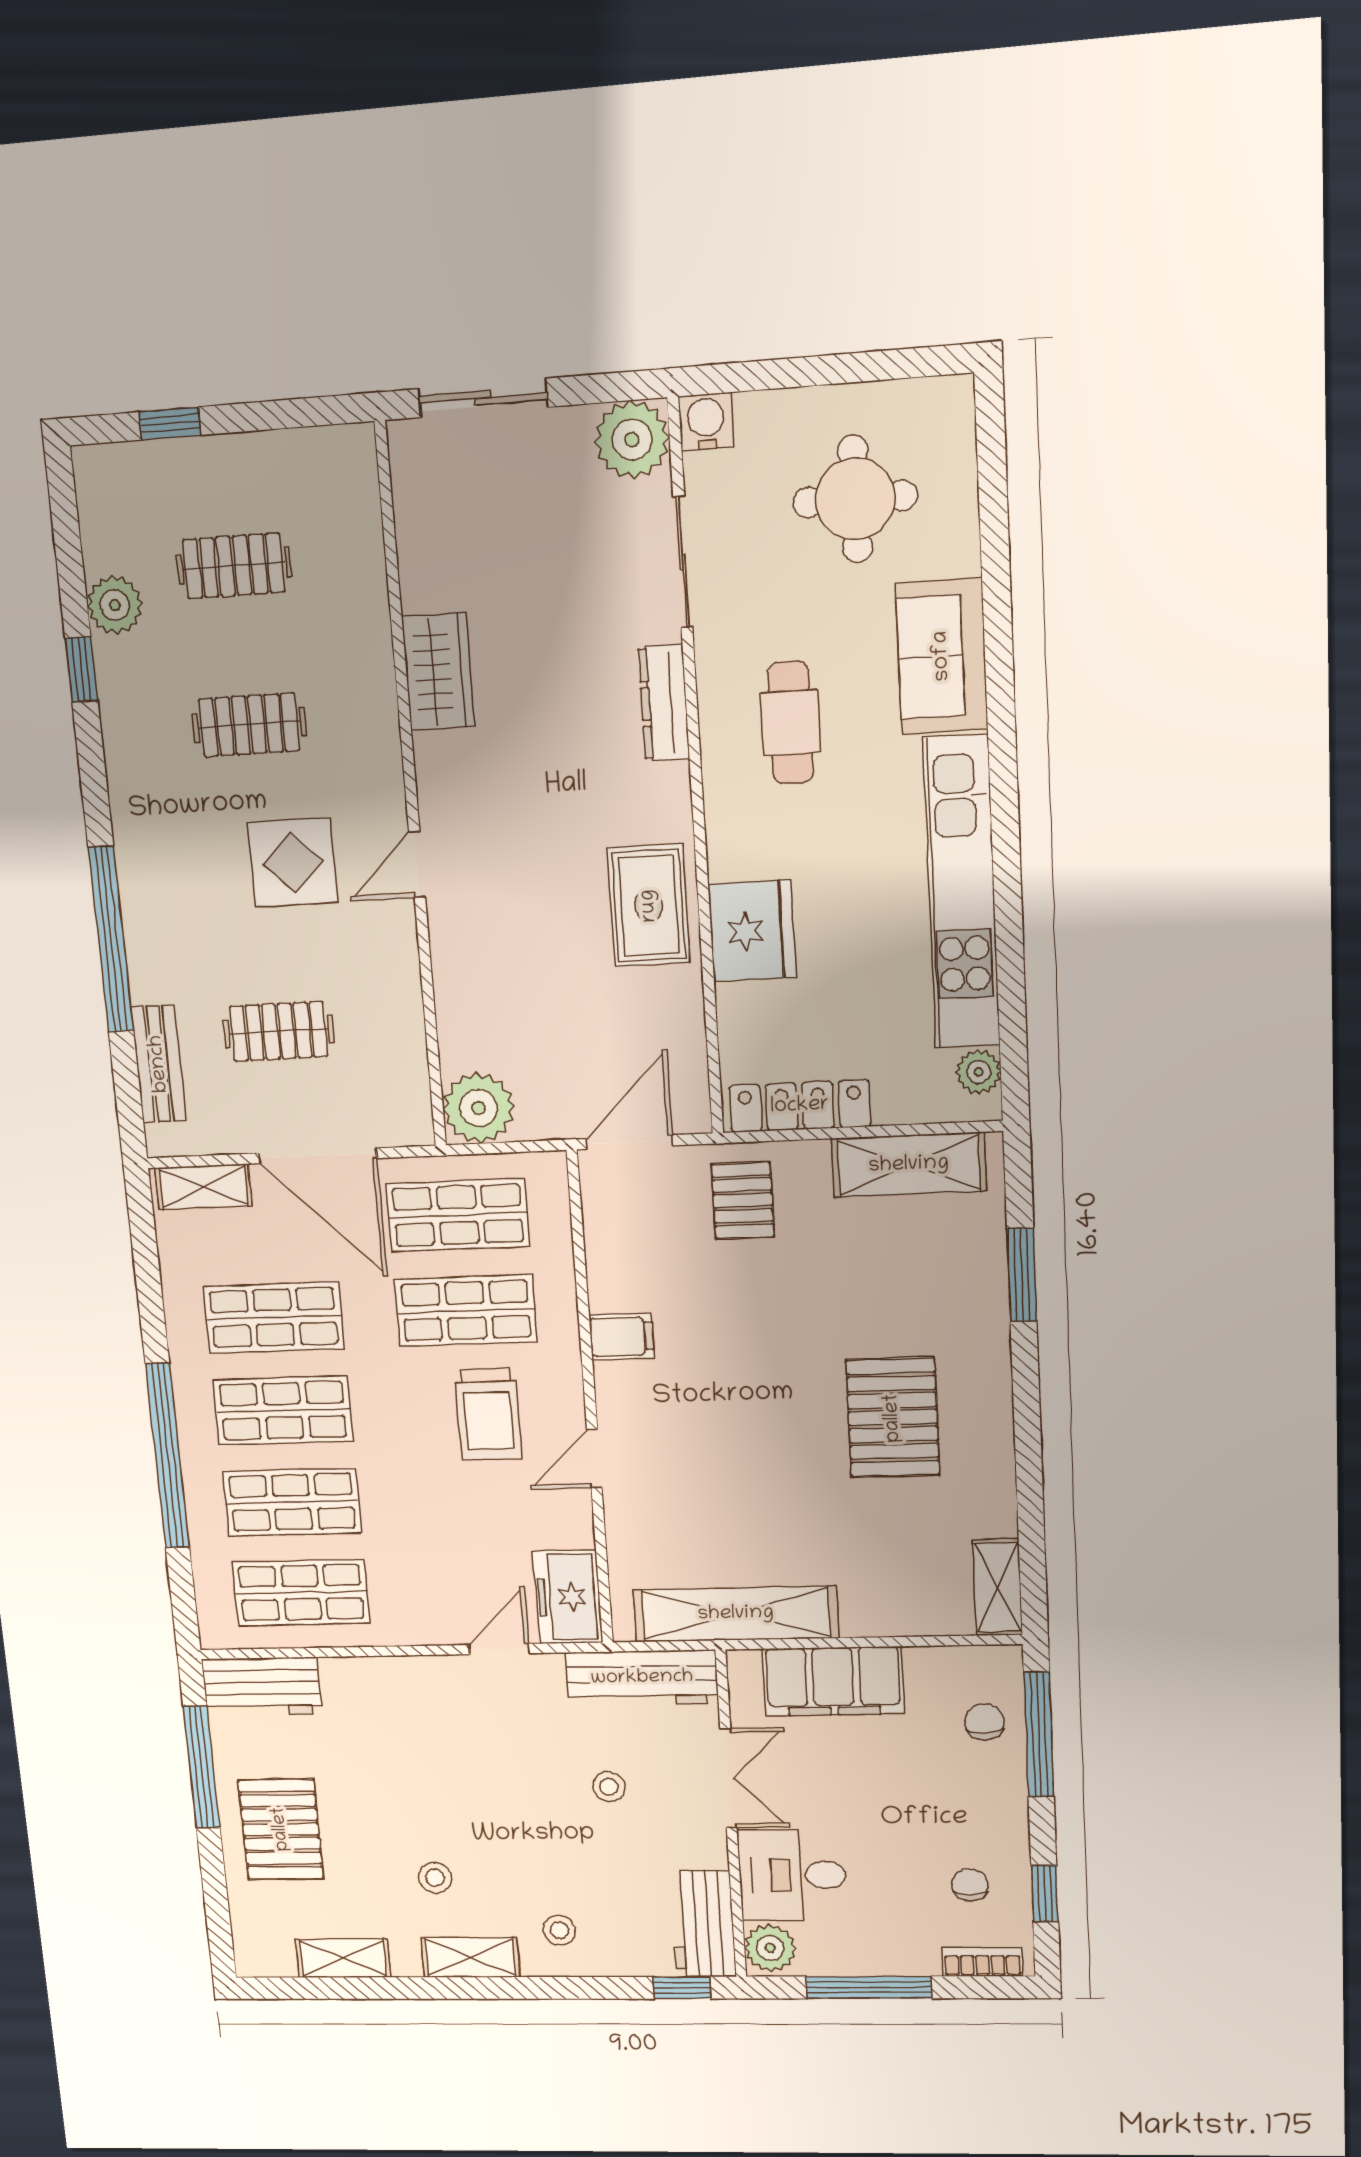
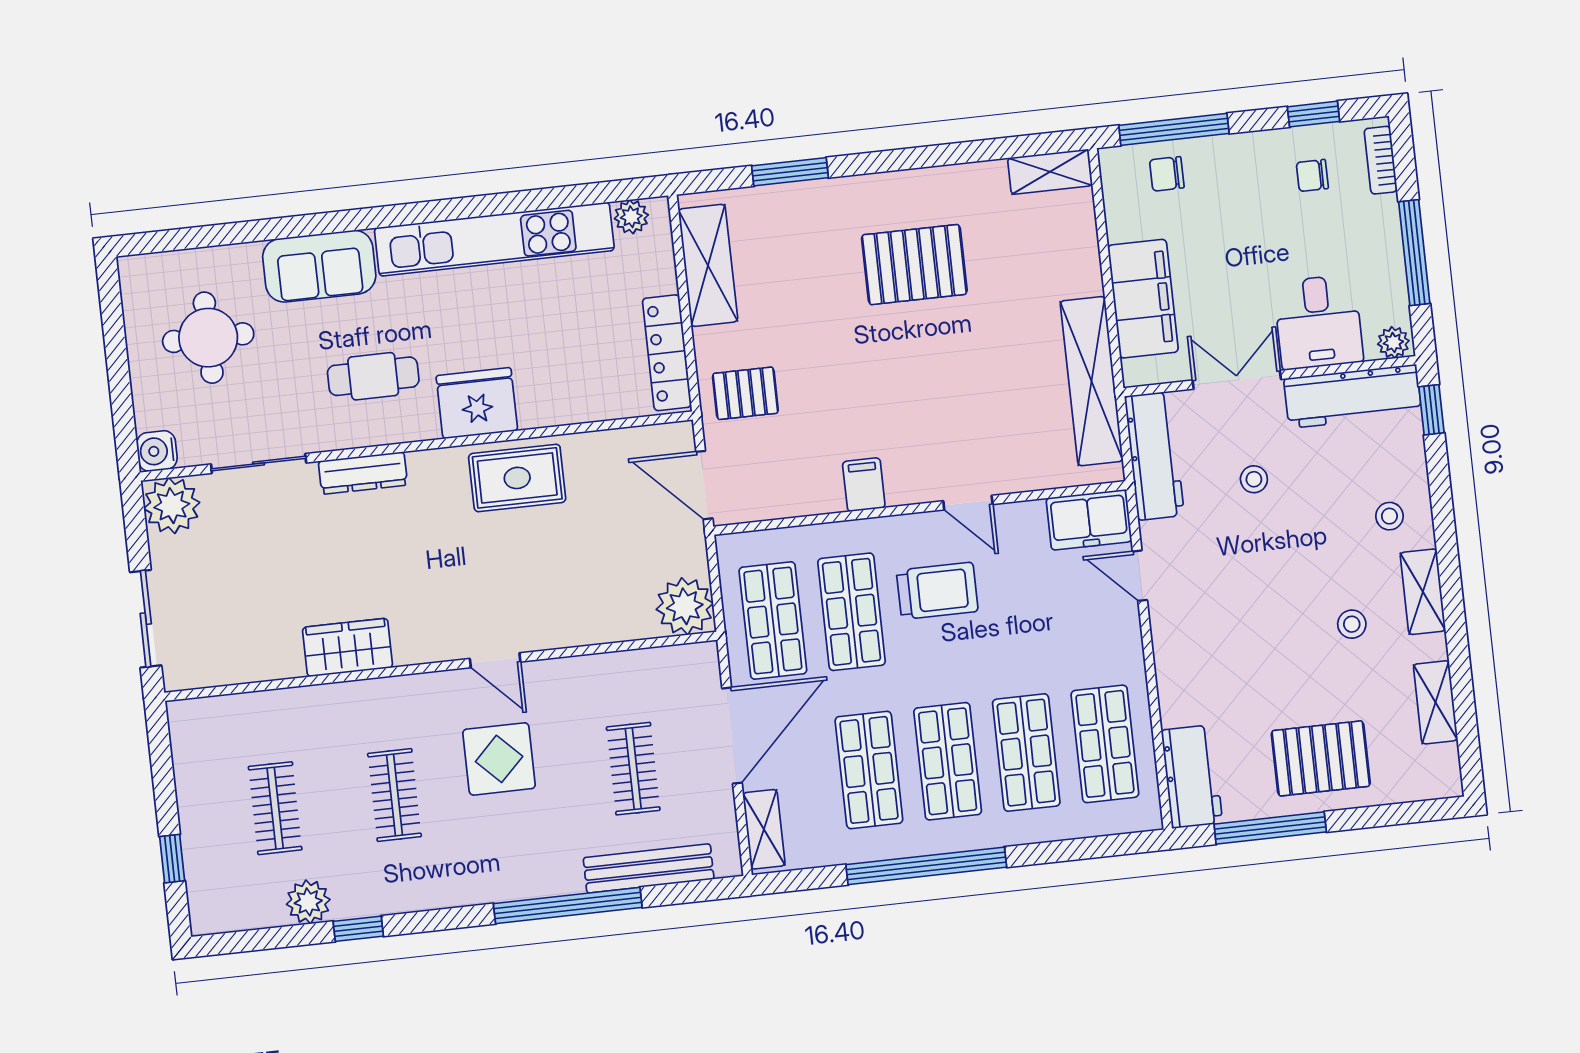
fridge: (752, 931) -> (477, 403), moved
bench: (159, 1064) -> (649, 868), width x1.36
window: (167, 1456) -> (926, 866), moved
workbench: (703, 1924) -> (1353, 396), width x1.37
plant: (770, 1948) -> (1393, 342), width x0.73, depth x0.73

